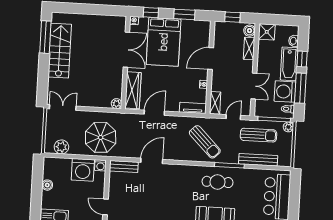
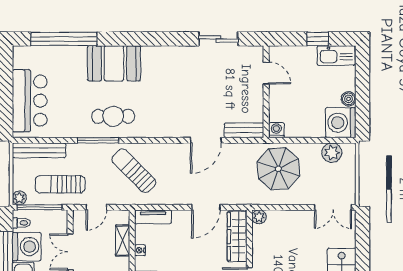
shelving: (215, 103) -> (123, 240), moved
bench: (258, 160) -> (39, 150), moved
washing machine: (83, 170) -> (341, 123), moved, turned -90

